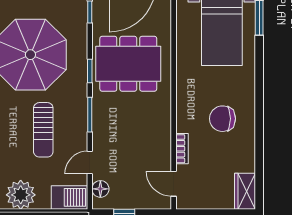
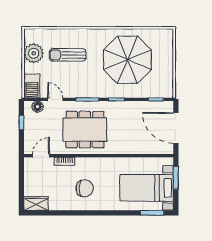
dining table: (128, 64) -> (85, 130), moved, turned 90
chair: (222, 119) -> (85, 188), turned 90
sun lounger: (43, 130) -> (68, 55), moved

